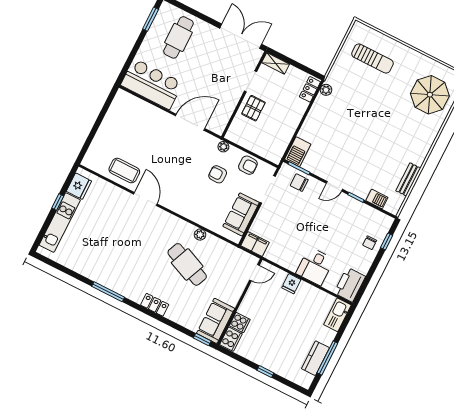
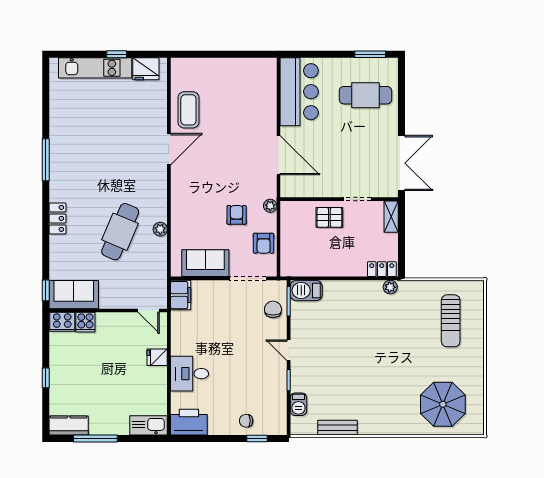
kitchen counter: (315, 358) -> (69, 426), moved

